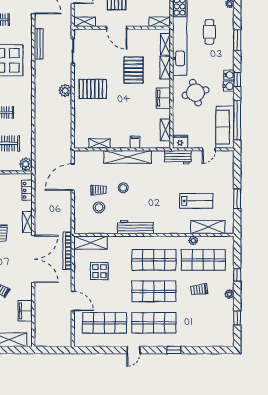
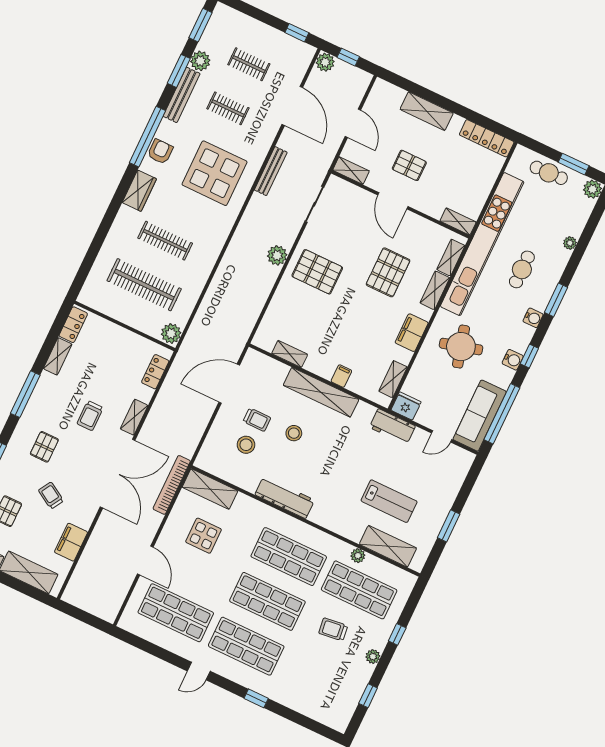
water cooler: (229, 75) -> (533, 318), moved

